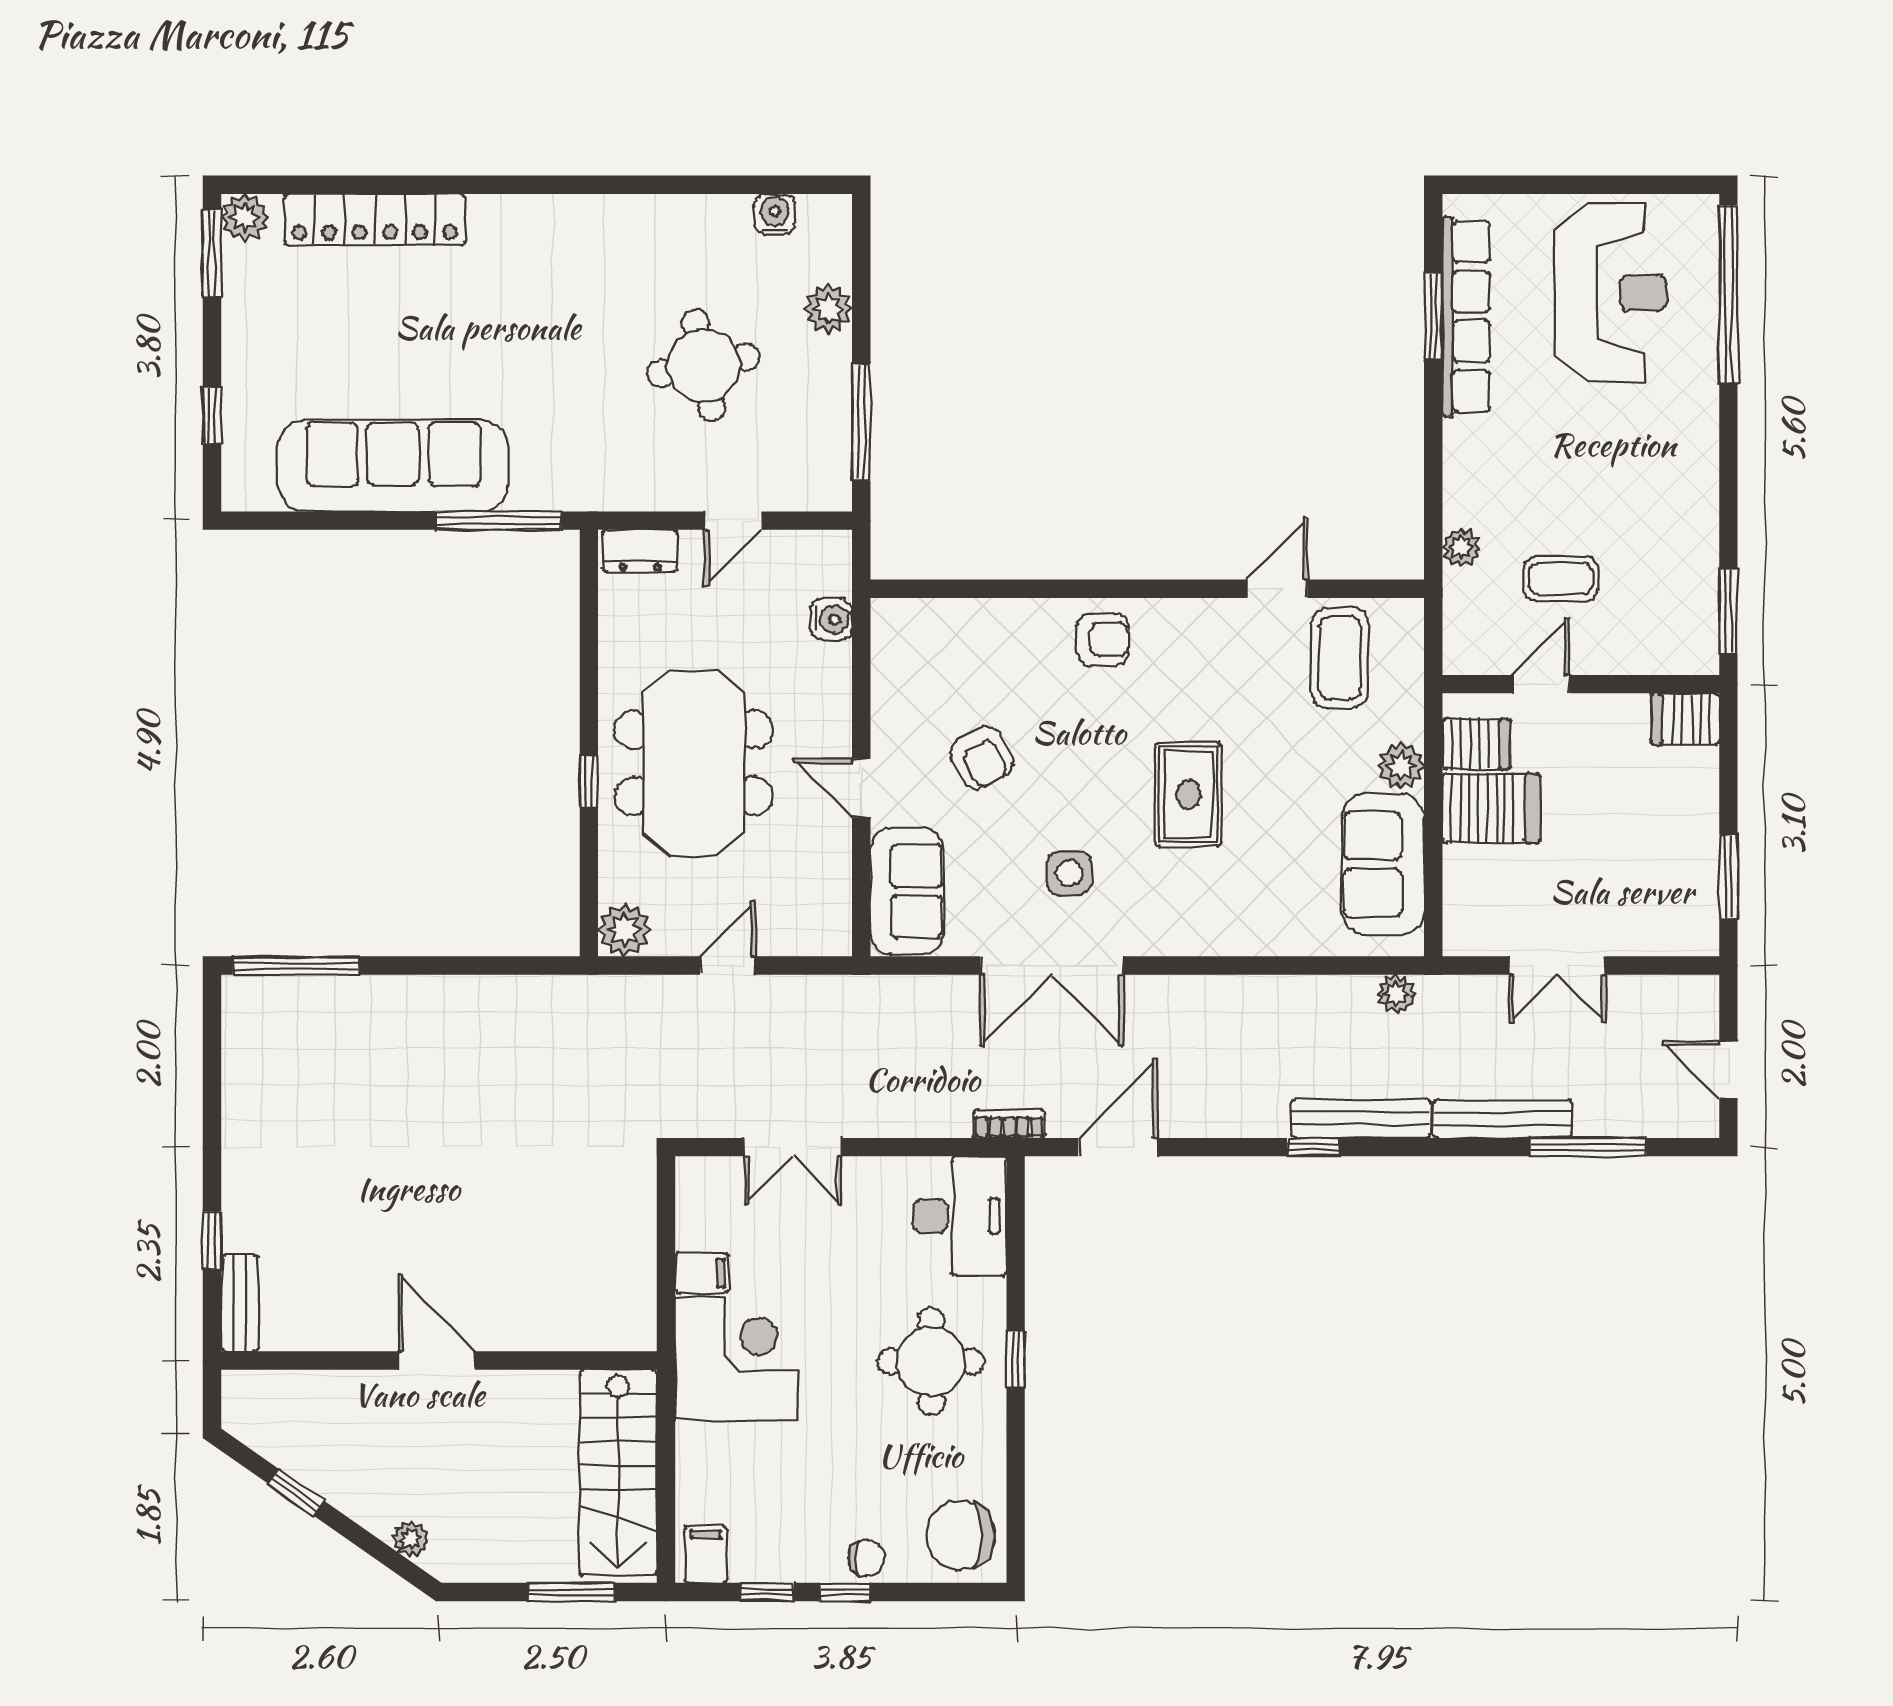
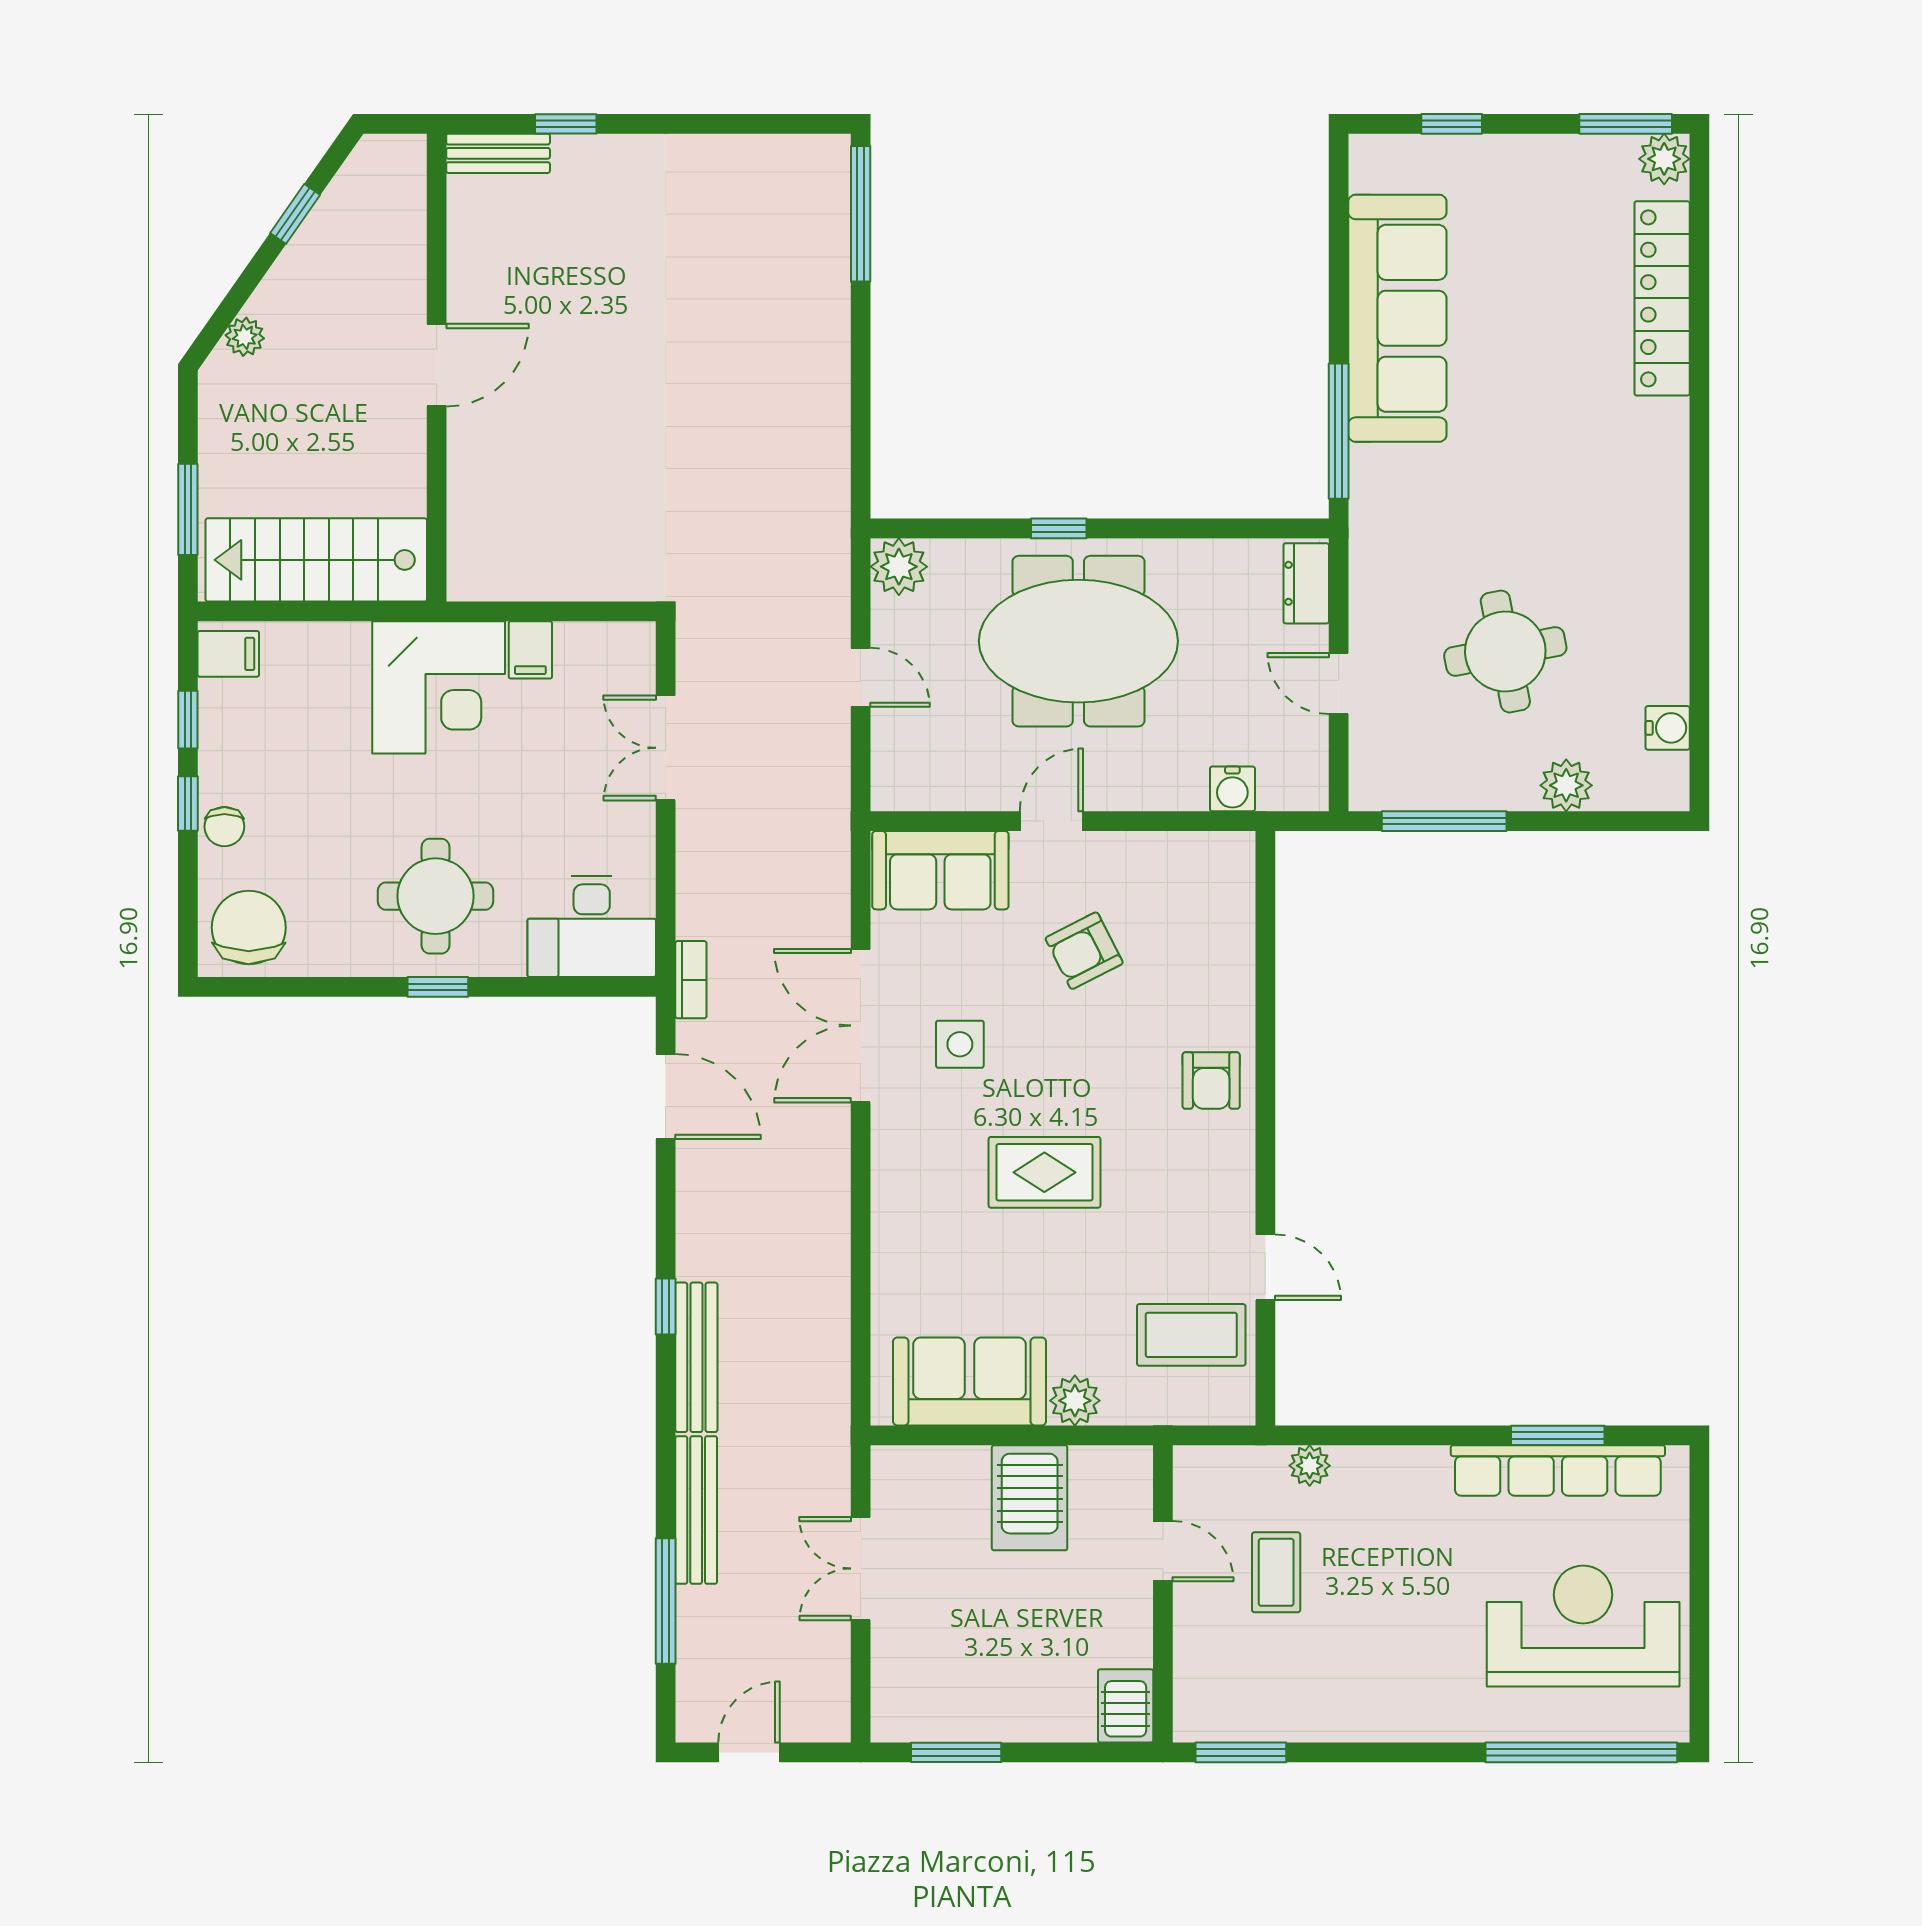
reception desk: (1611, 293) -> (1583, 1626), turned 180
server rack: (1476, 744) -> (1099, 1481), removed
plant: (1396, 994) -> (830, 1395), removed

